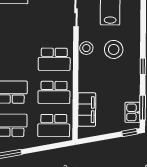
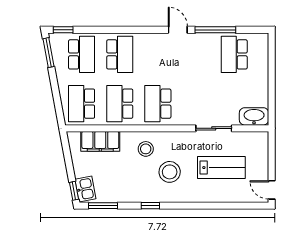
stool: (86, 48) -> (146, 149), moved
kitchen sink: (132, 112) -> (85, 189), moved, turned 80

